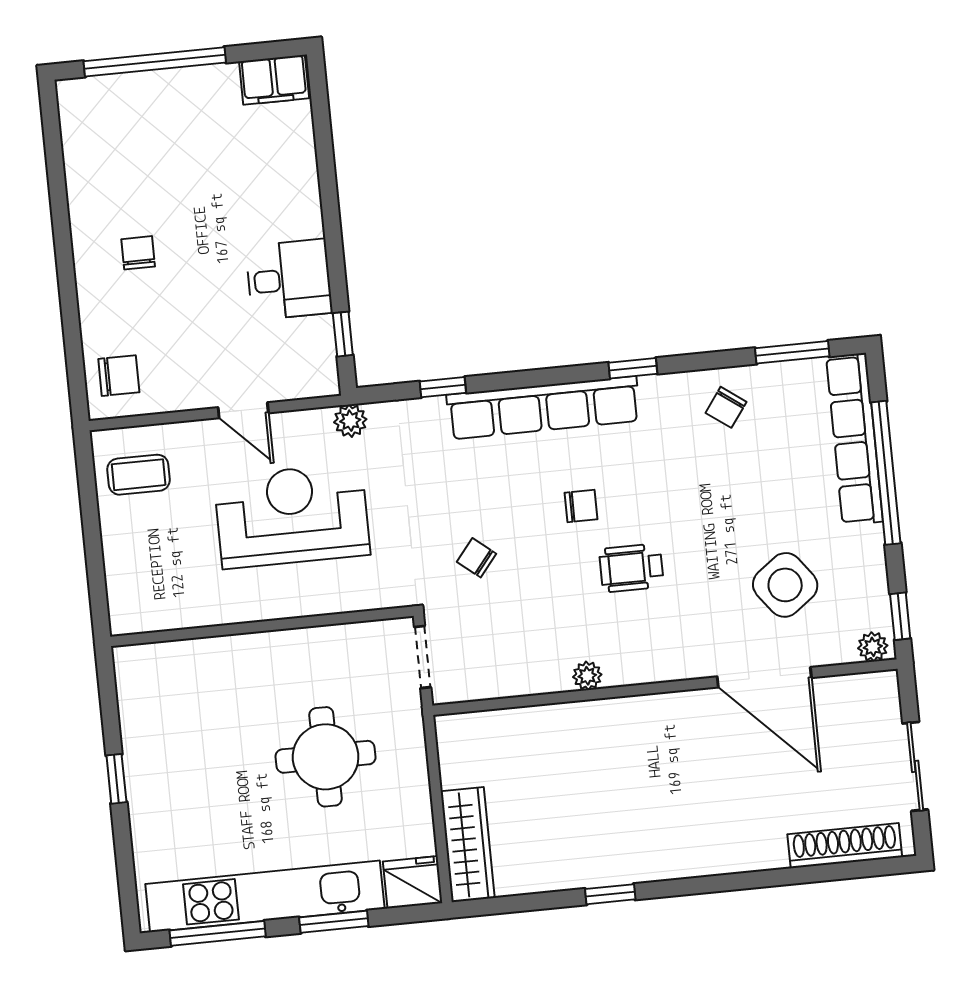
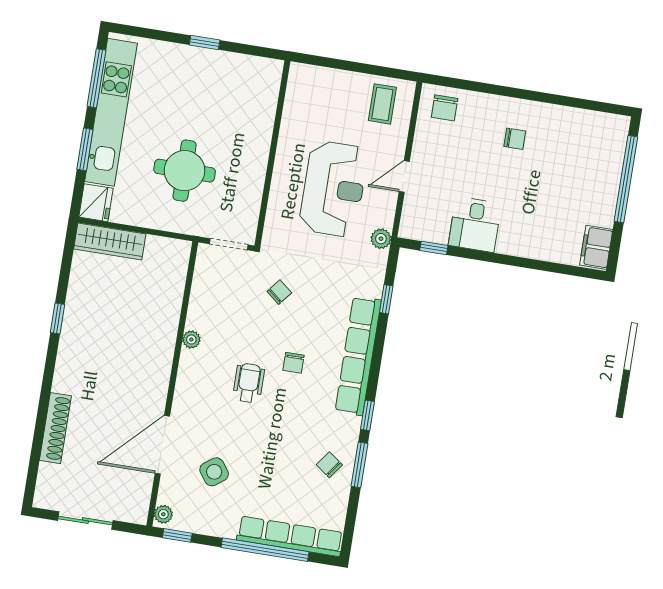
window: (792, 352) -> (359, 465), moved
side table: (785, 585) -> (214, 472), width x0.73, depth x0.73
shoe rack: (845, 846) -> (55, 428), moved

